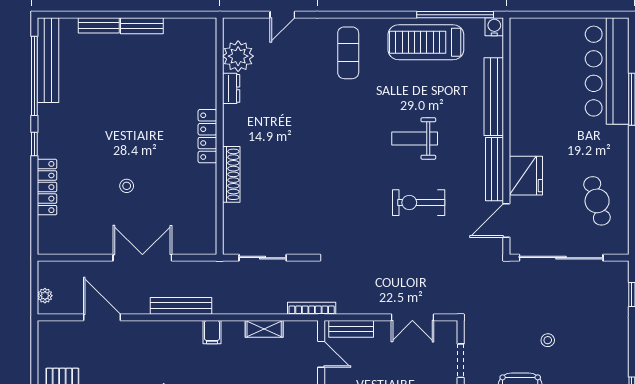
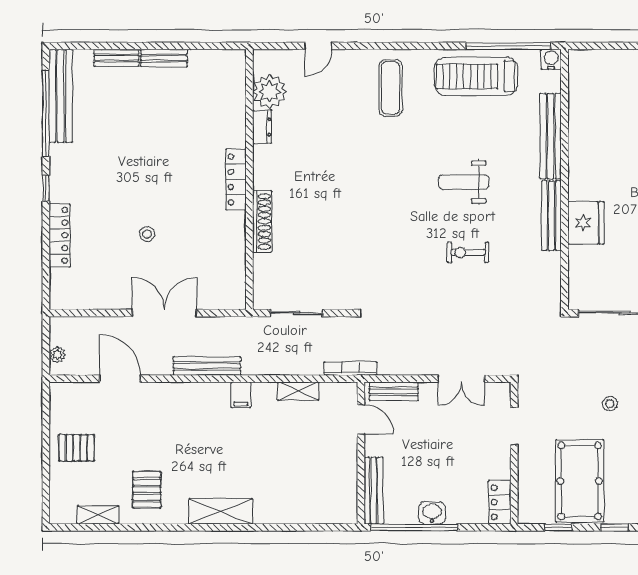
exercise bike: (419, 203) -> (468, 252), width x0.73, depth x0.72
door: (506, 220) -> (565, 272), removed

